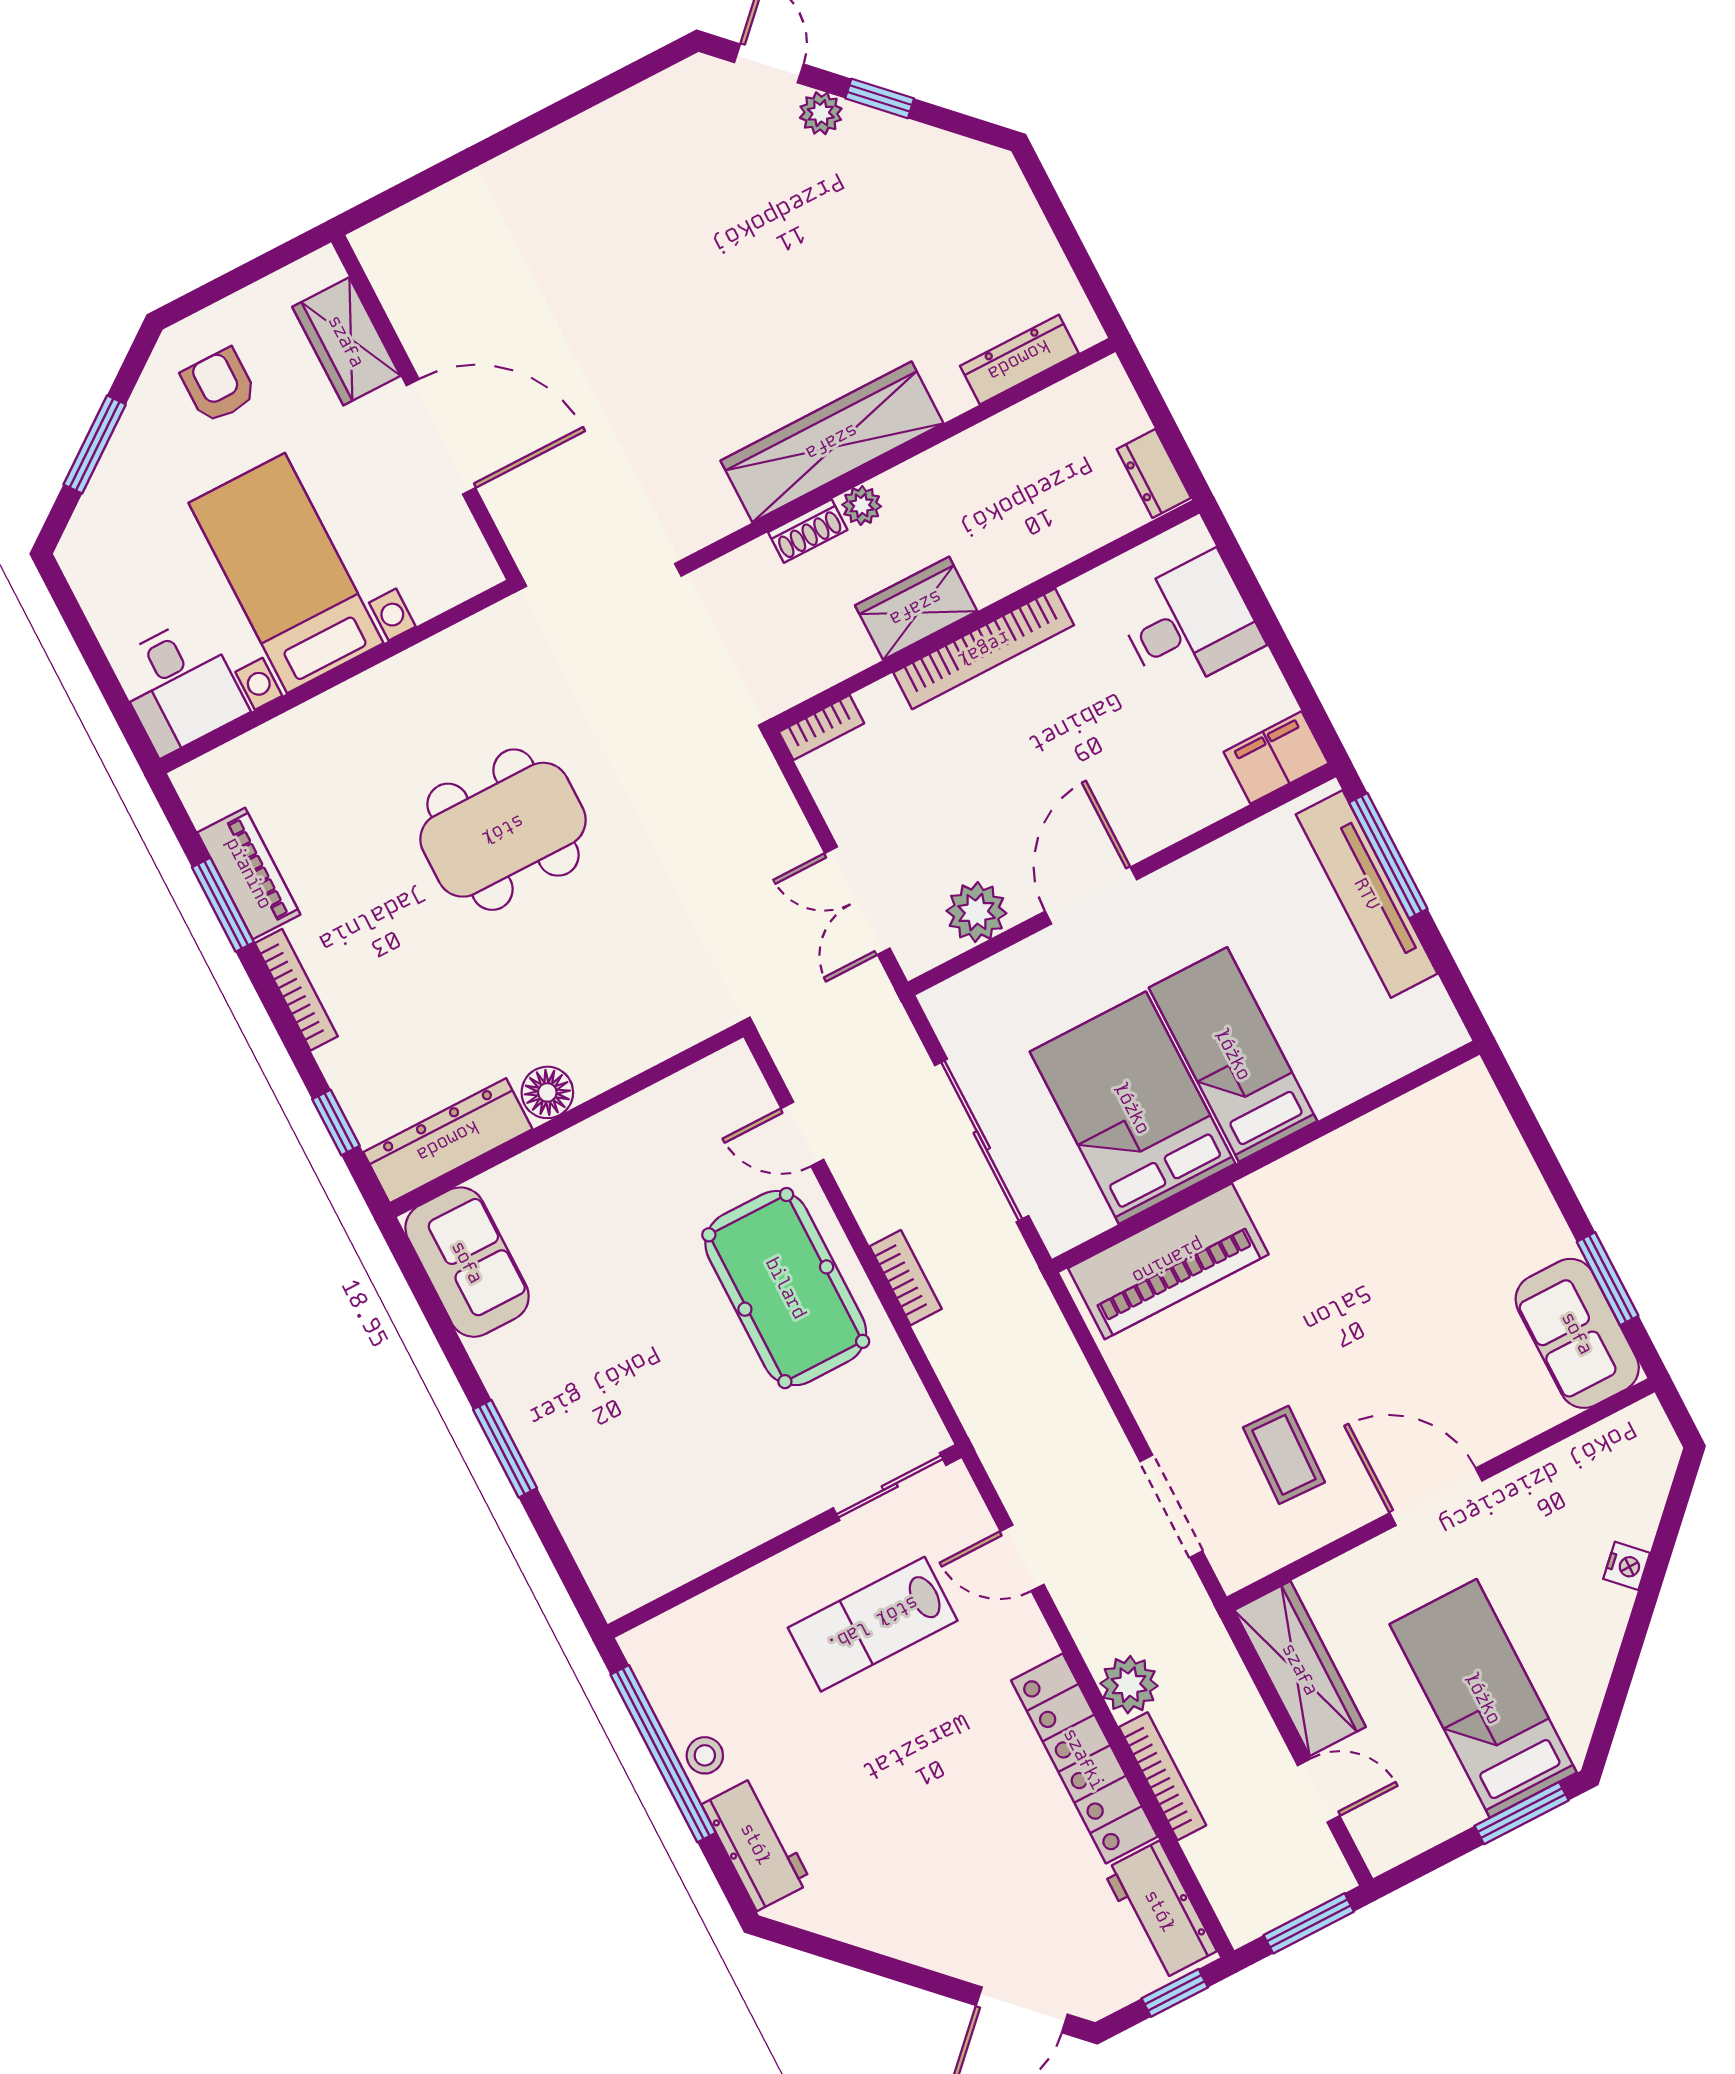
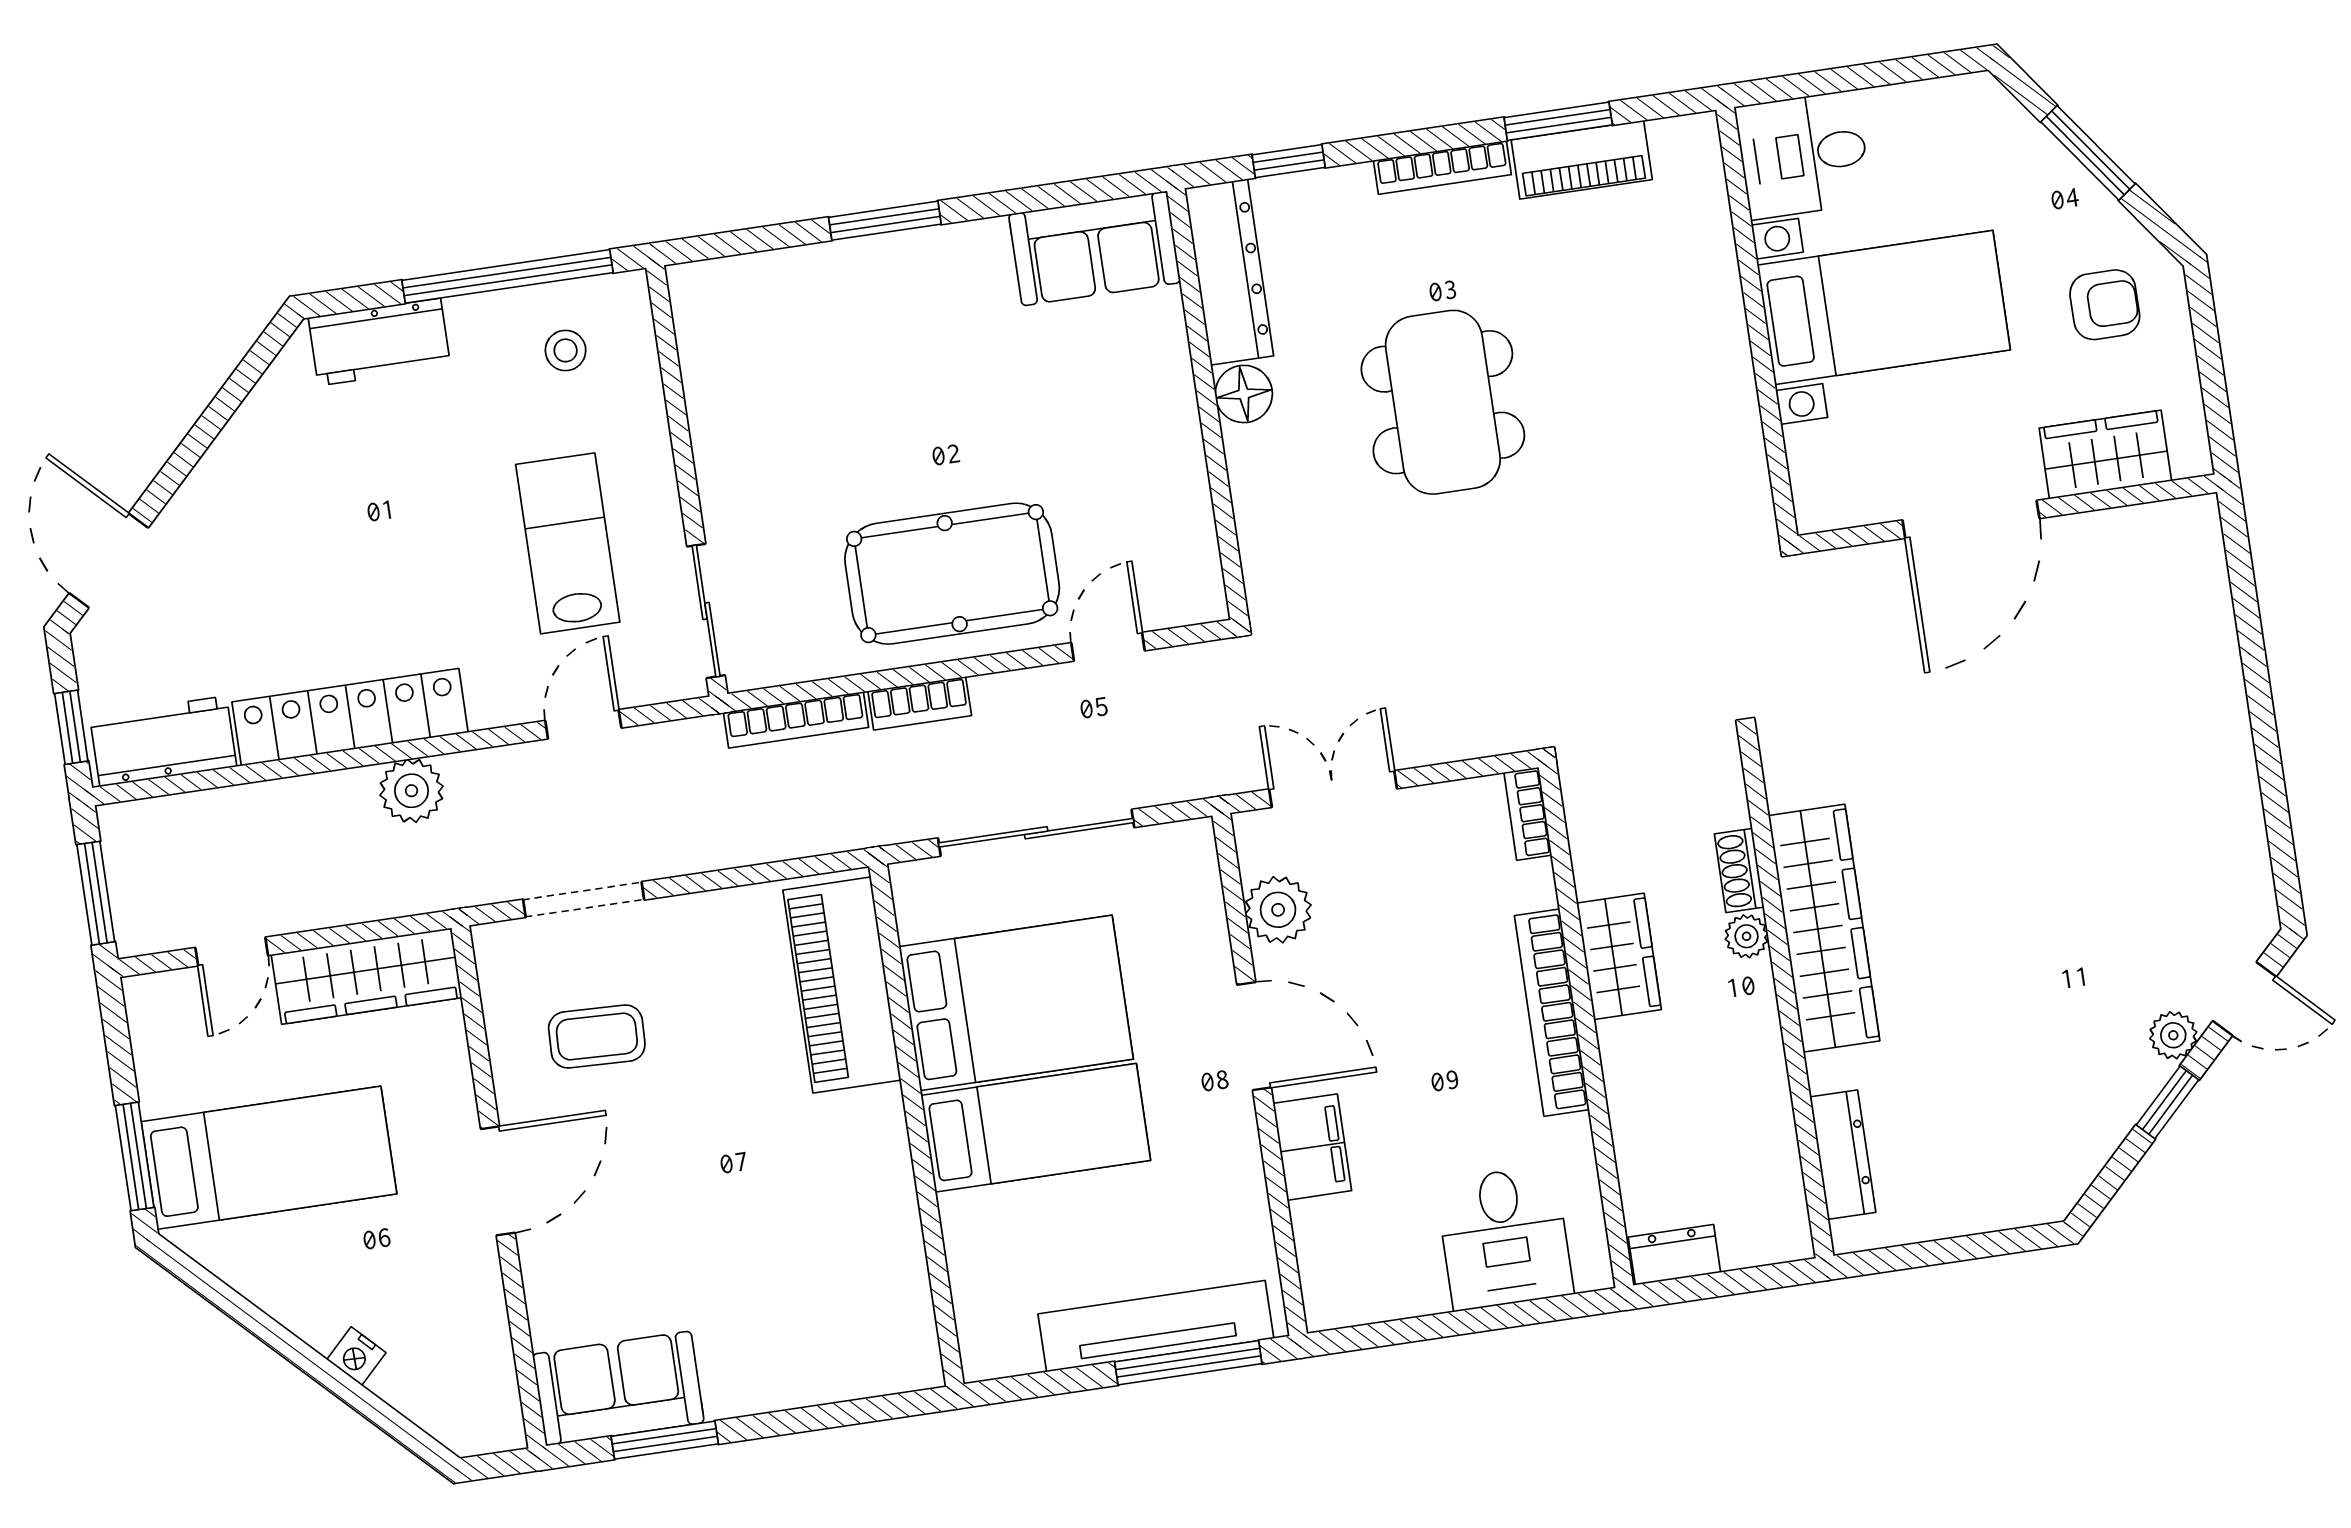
filing cabinet: (1276, 758) -> (1312, 1147), moved
dining table: (503, 830) -> (1443, 402), moved
stool: (705, 1755) -> (566, 350), moved
bookcase: (1162, 1776) -> (796, 720), moved

